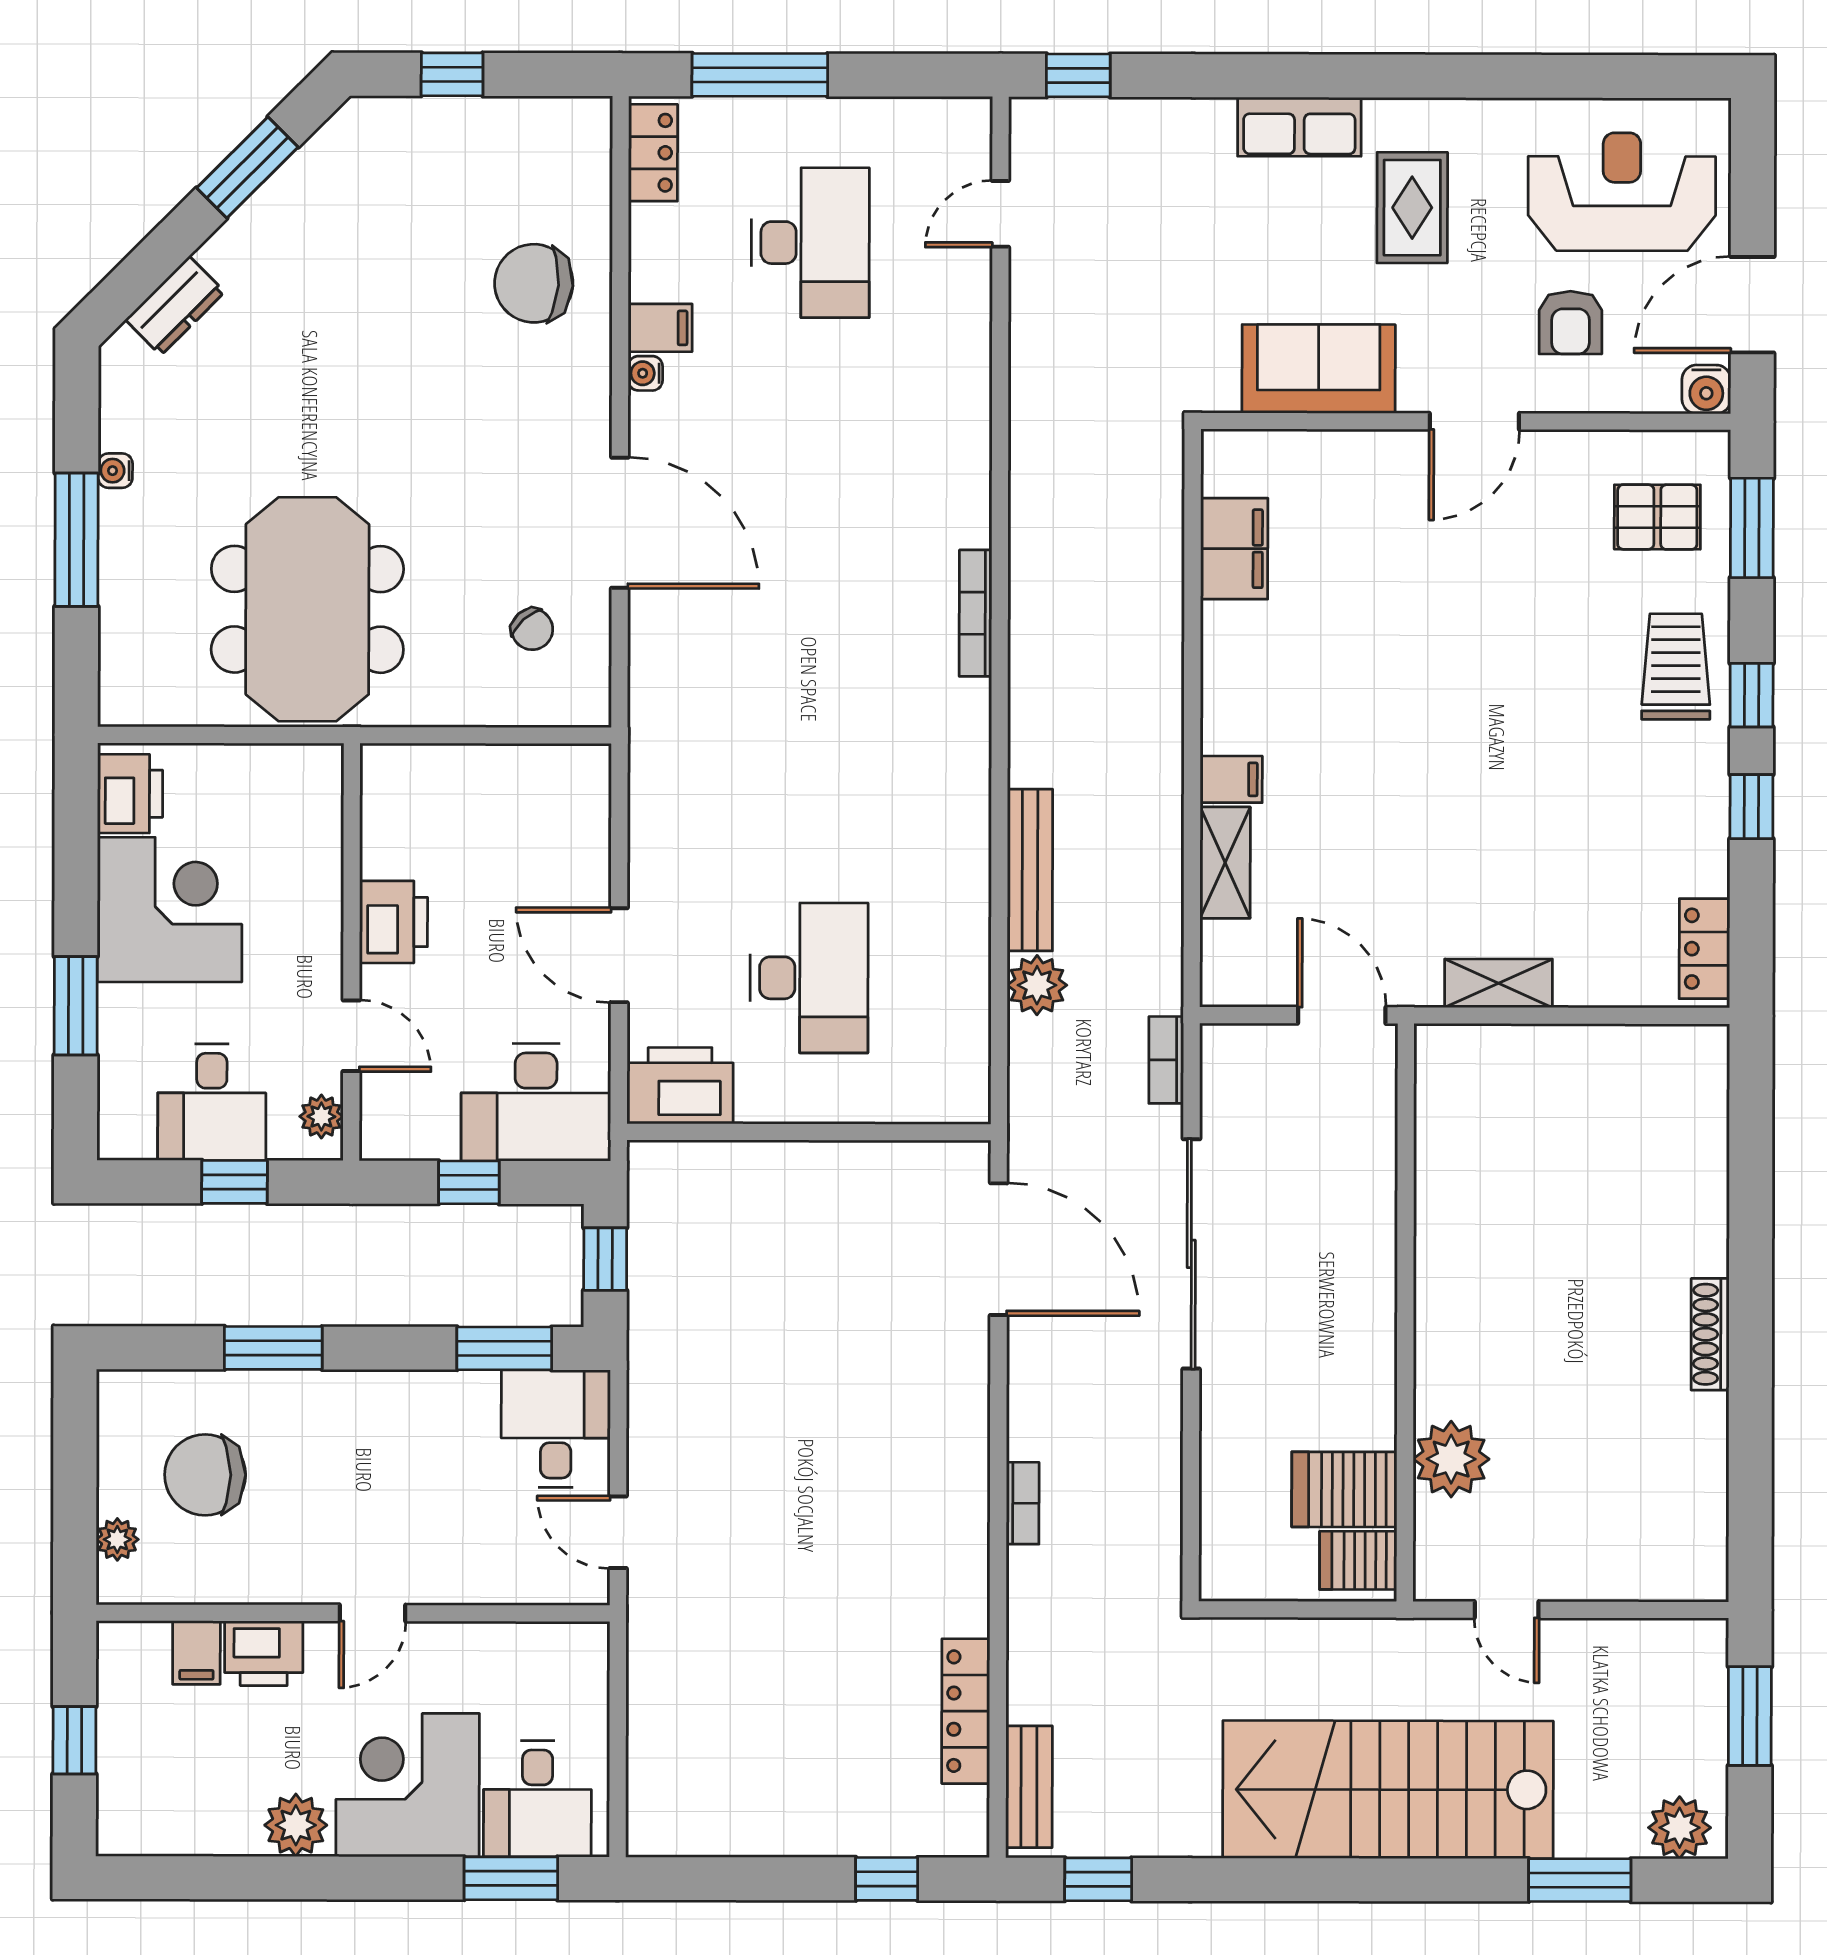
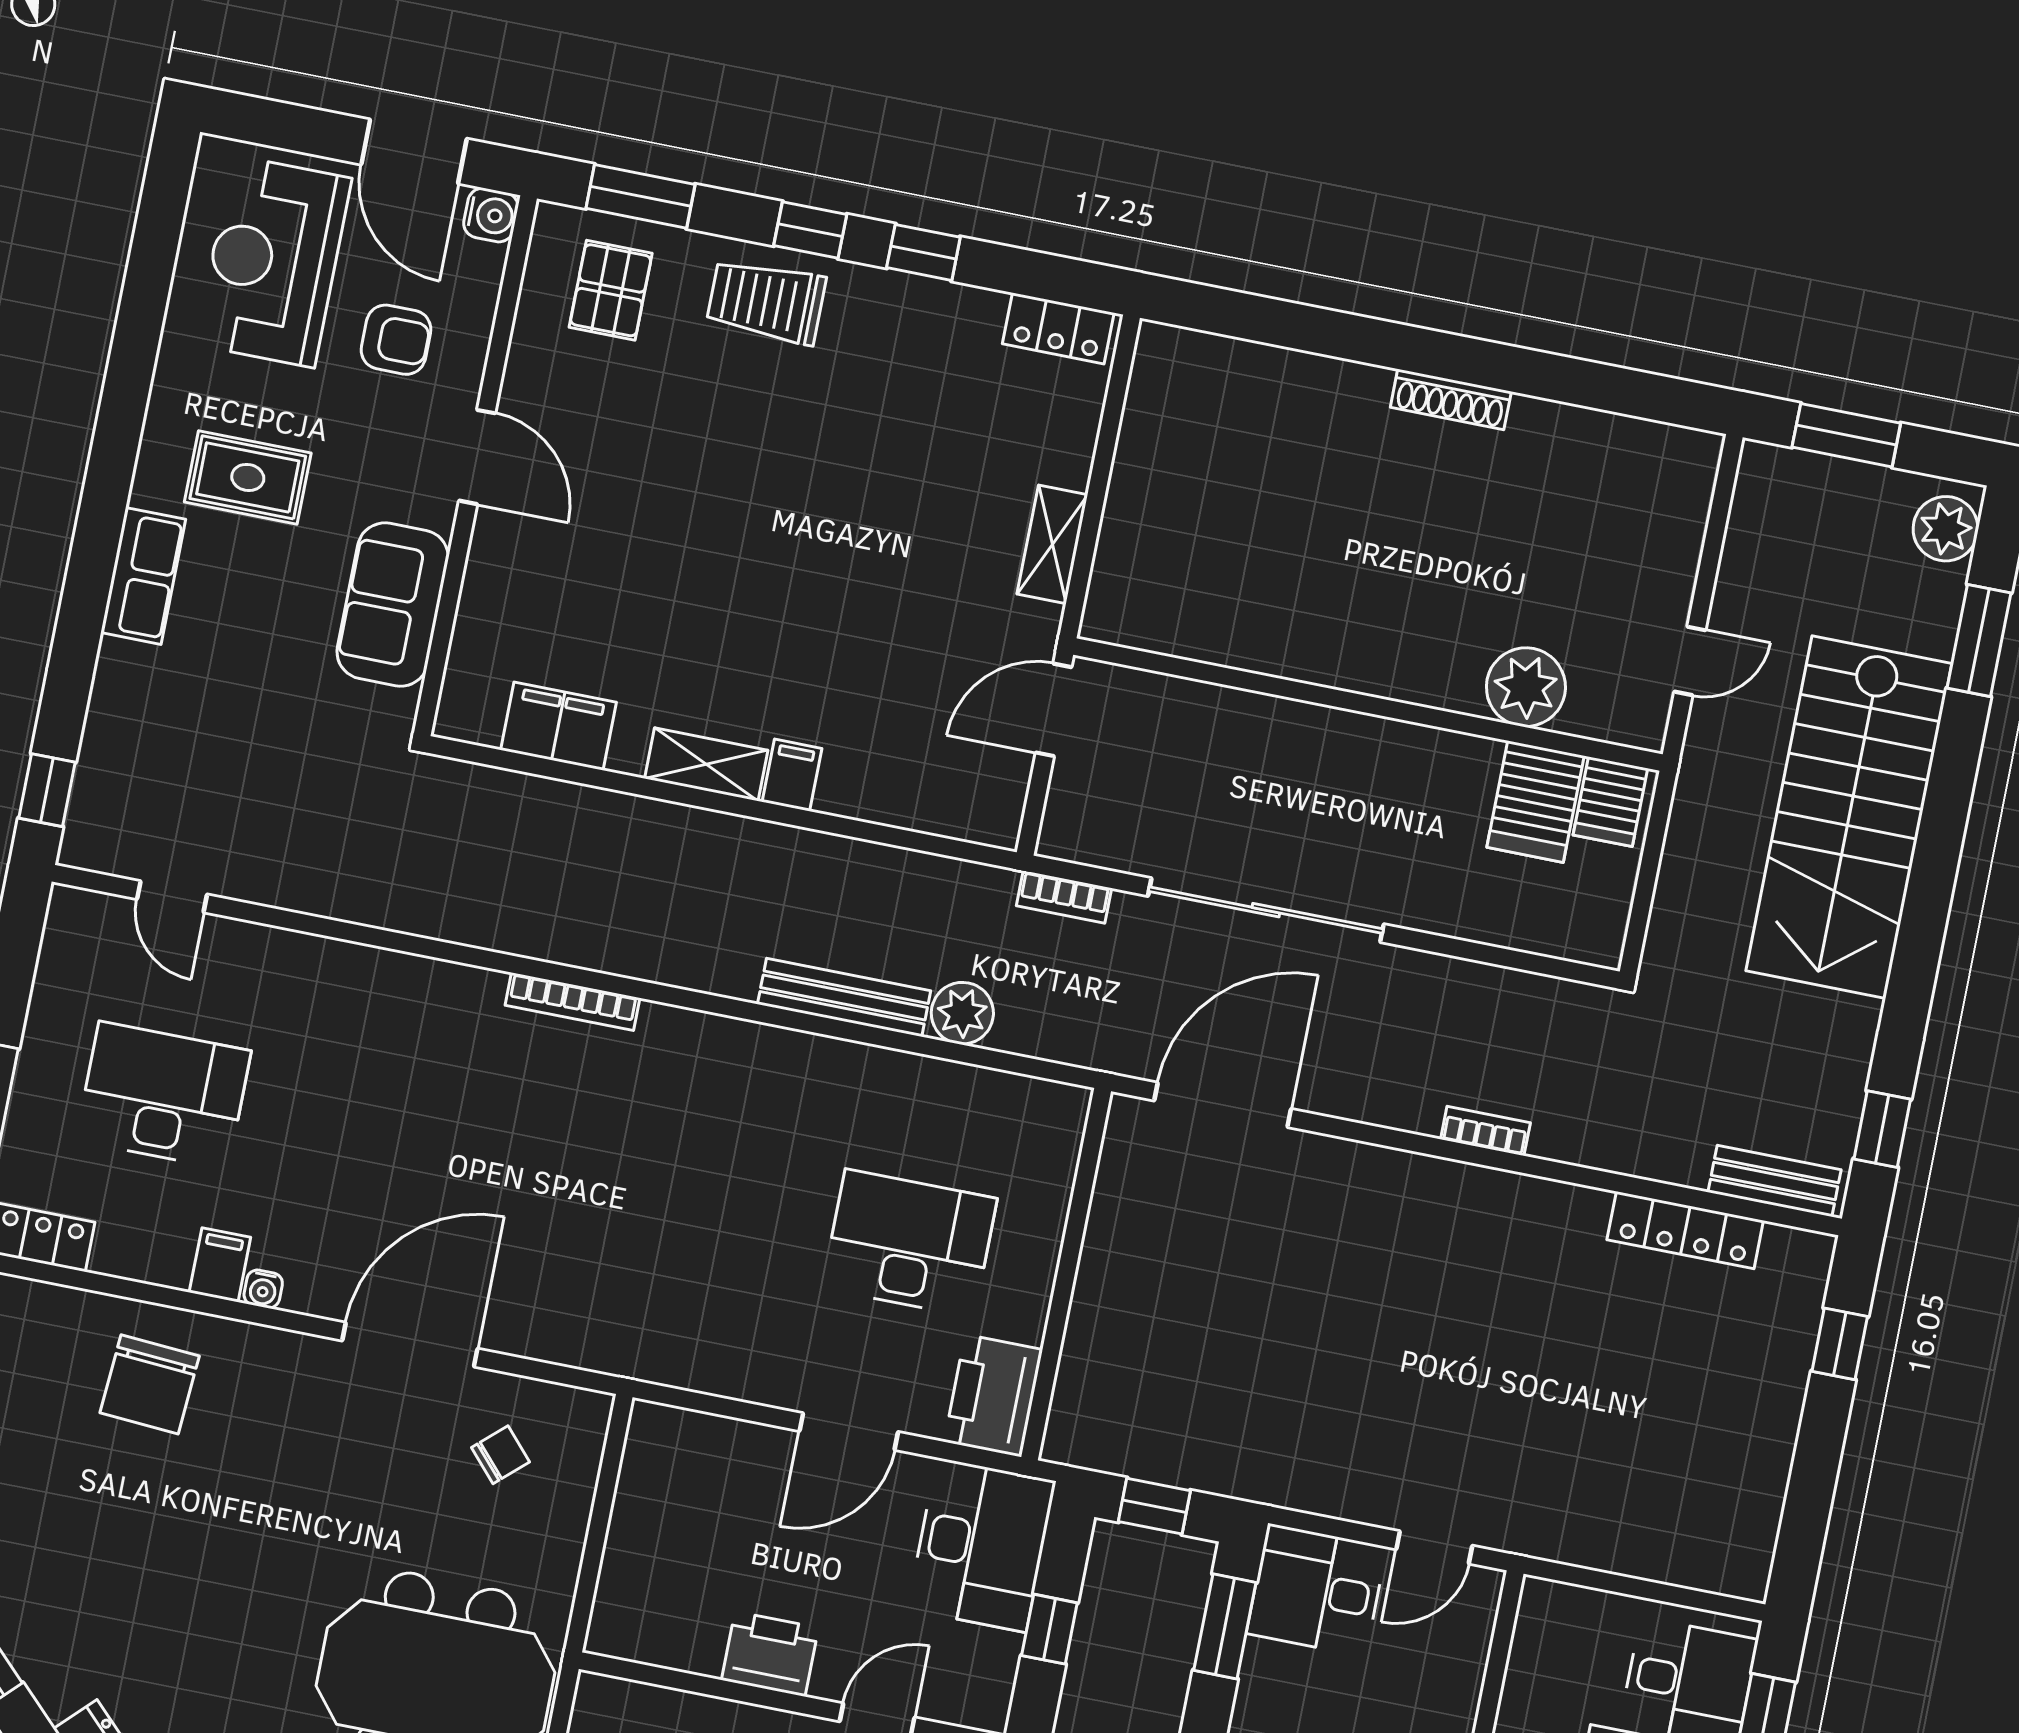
shelving: (1225, 863) -> (706, 764), moved

